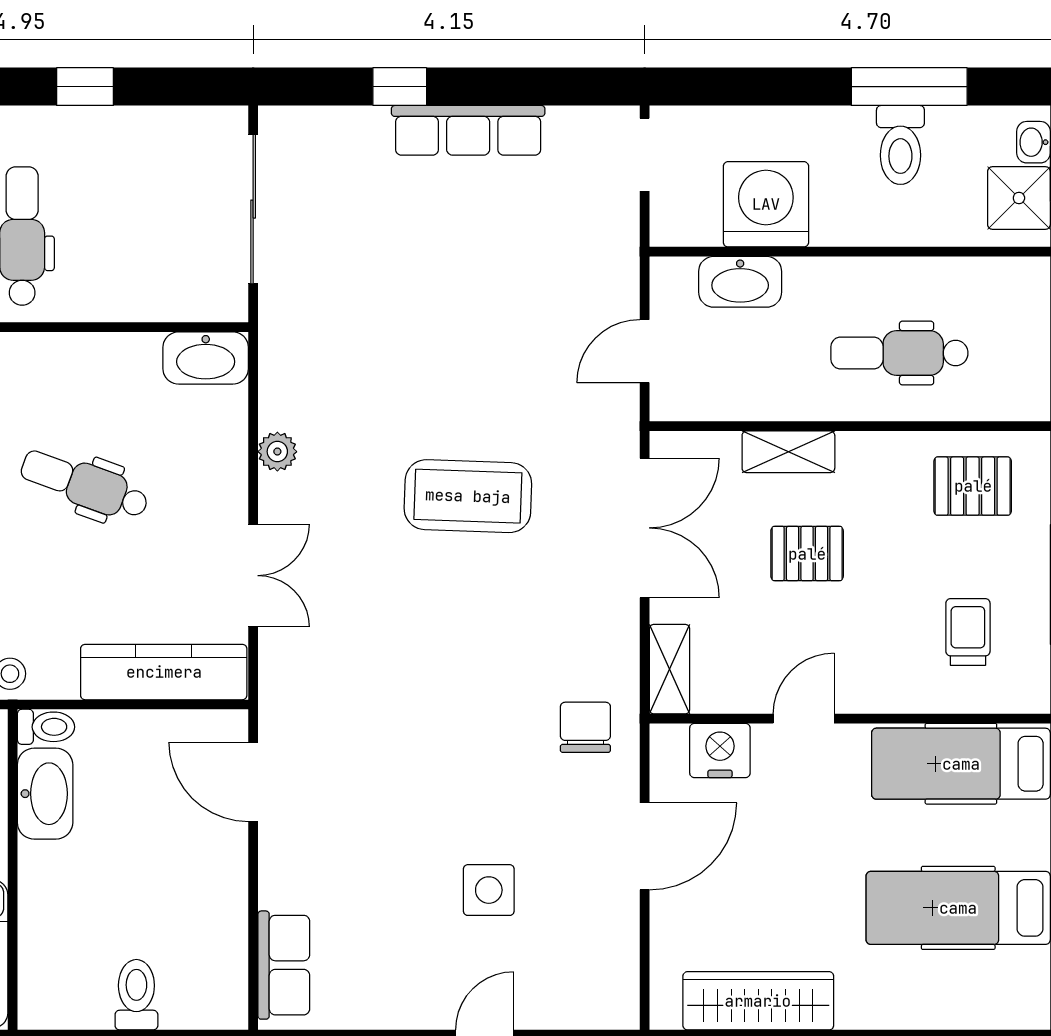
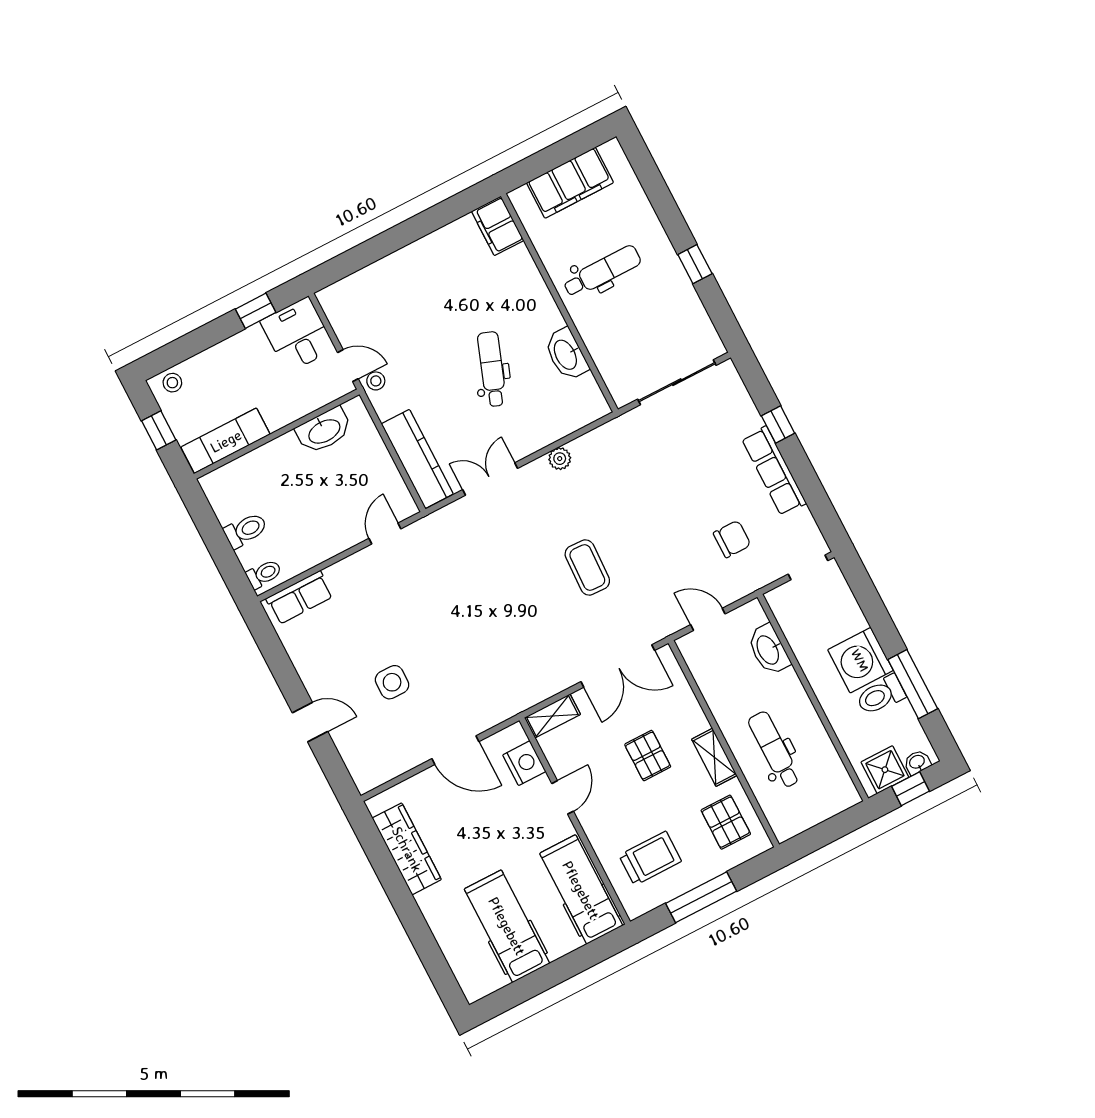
washing machine: (766, 204) -> (860, 660), moved, turned 180
washbasin: (206, 358) -> (566, 354), moved
shelving: (788, 452) -> (714, 757), moved
coffee table: (468, 496) -> (587, 567), width x0.73, depth x0.76
double door: (253, 576) -> (490, 479), swing flipped
trolley: (968, 632) -> (650, 858), width x1.36, depth x1.39
door: (804, 719) -> (563, 797), hinge flipped
toilet: (46, 727) -> (264, 574), moved, turned -90
chair: (585, 727) -> (732, 539), moved
door: (253, 782) -> (385, 534), width x0.73

